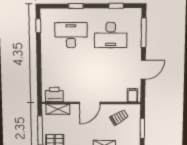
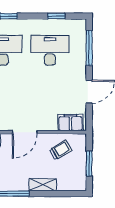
desk: (111, 35) -> (50, 50), turned 180
filing cabinet: (133, 95) -> (71, 123), width x2.00

